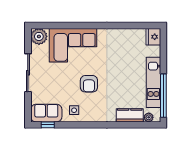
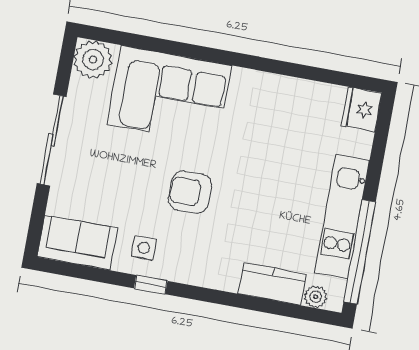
armchair: (89, 84) -> (190, 192), turned 90
window: (48, 125) -> (151, 285), moved

